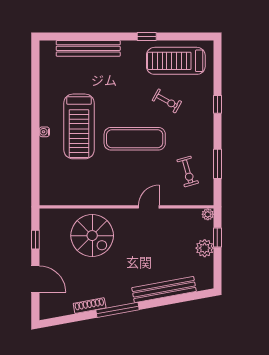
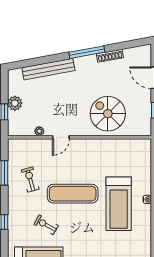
treadmill: (79, 126) -> (119, 204), turned 180
exercise bike: (188, 172) -> (30, 180), moved
plant: (208, 214) -> (39, 131), moved

